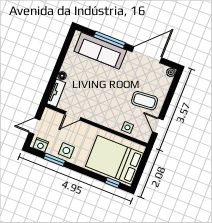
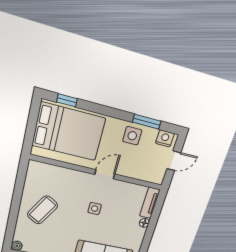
coffee table: (145, 101) -> (43, 210), turned -54
door: (73, 116) -> (105, 174), moved
door: (158, 126) -> (20, 183), removed
side table: (127, 127) -> (95, 208), moved

